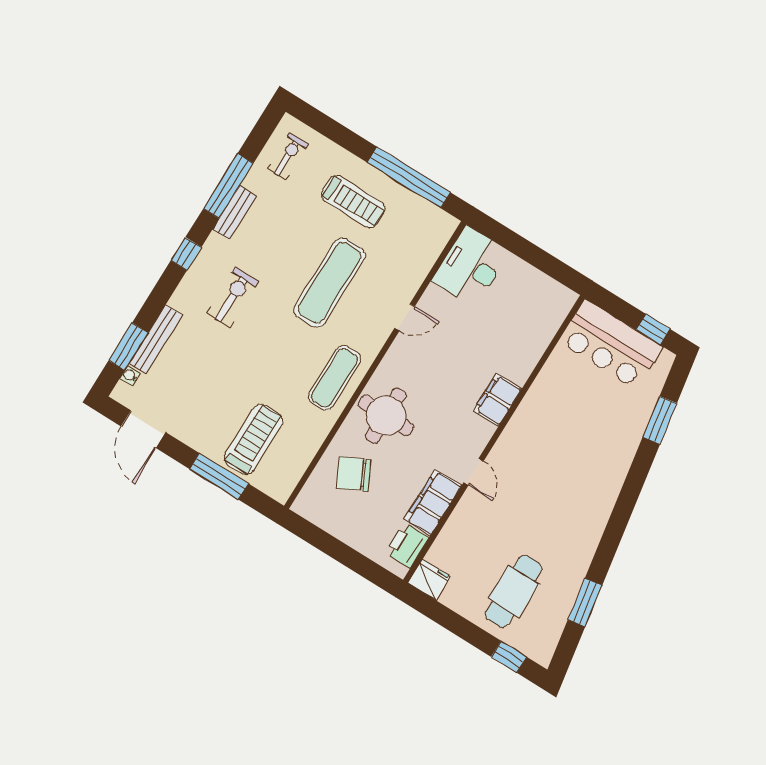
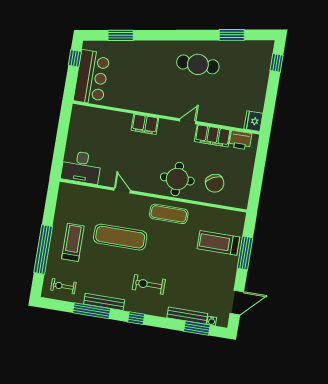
window: (409, 177) -> (43, 250), moved
bench: (235, 212) -> (104, 302), width x1.36
cafe table: (514, 591) -> (198, 64), moved

